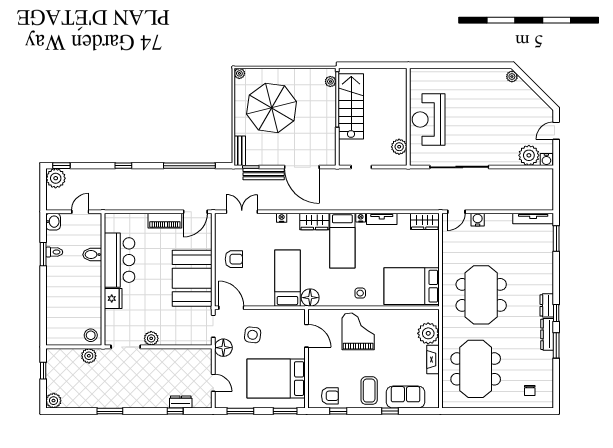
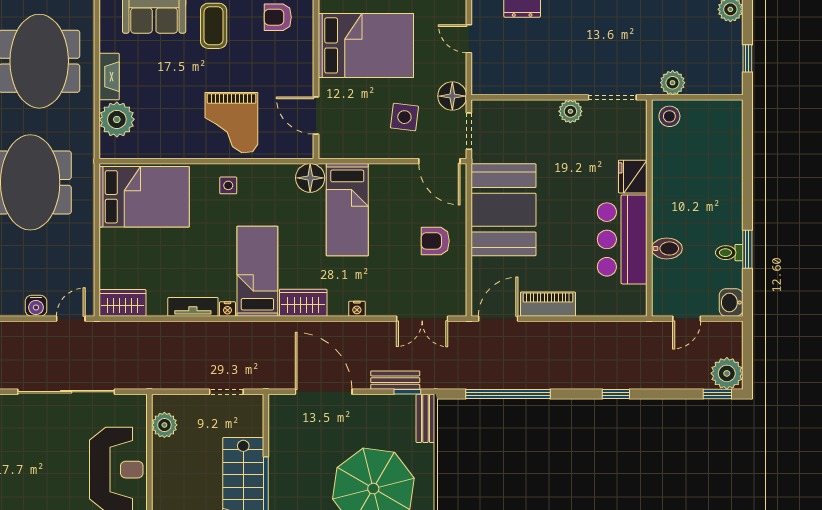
bench: (264, 174) -> (395, 380), width x0.73

